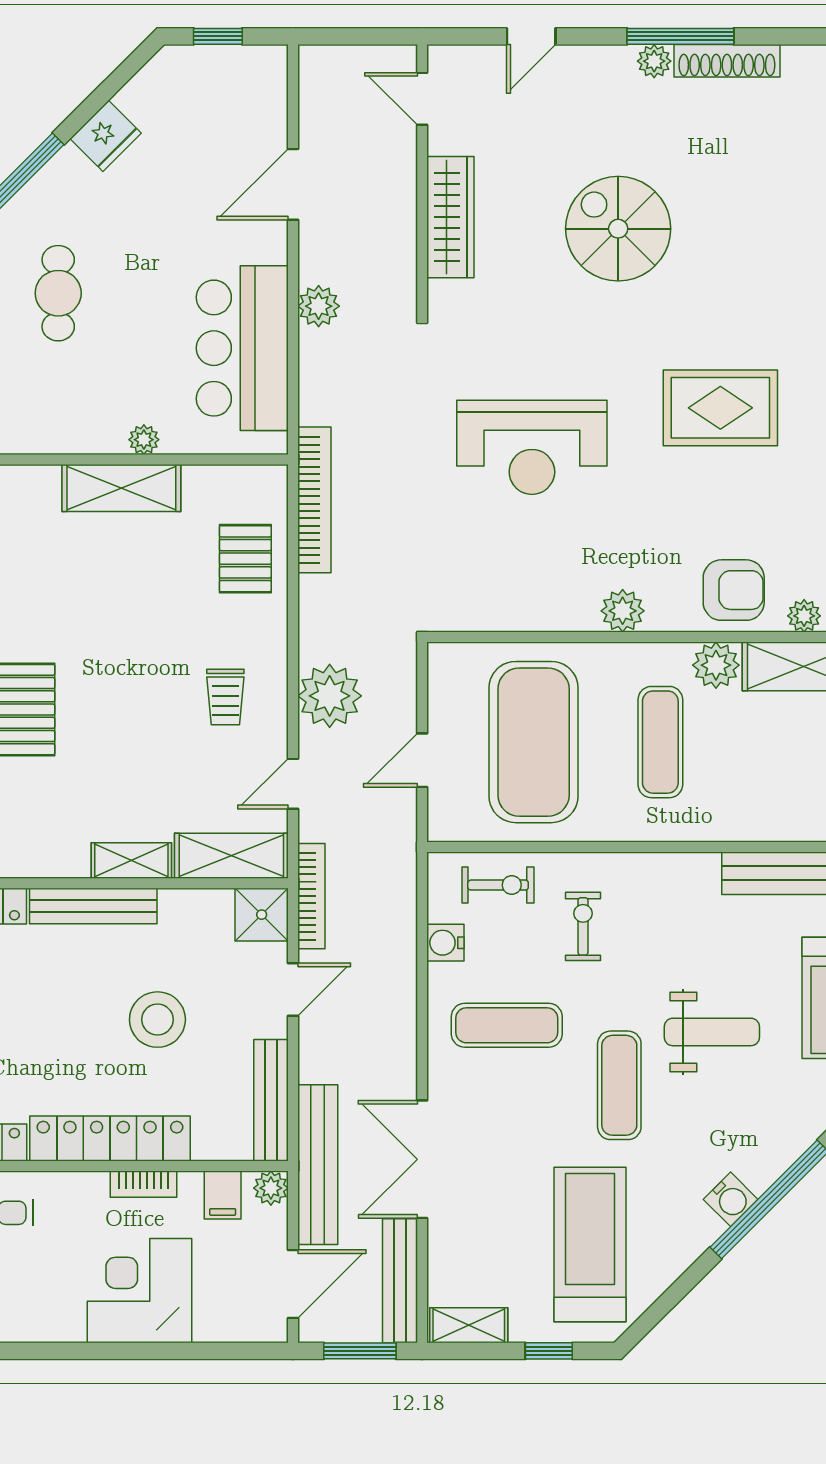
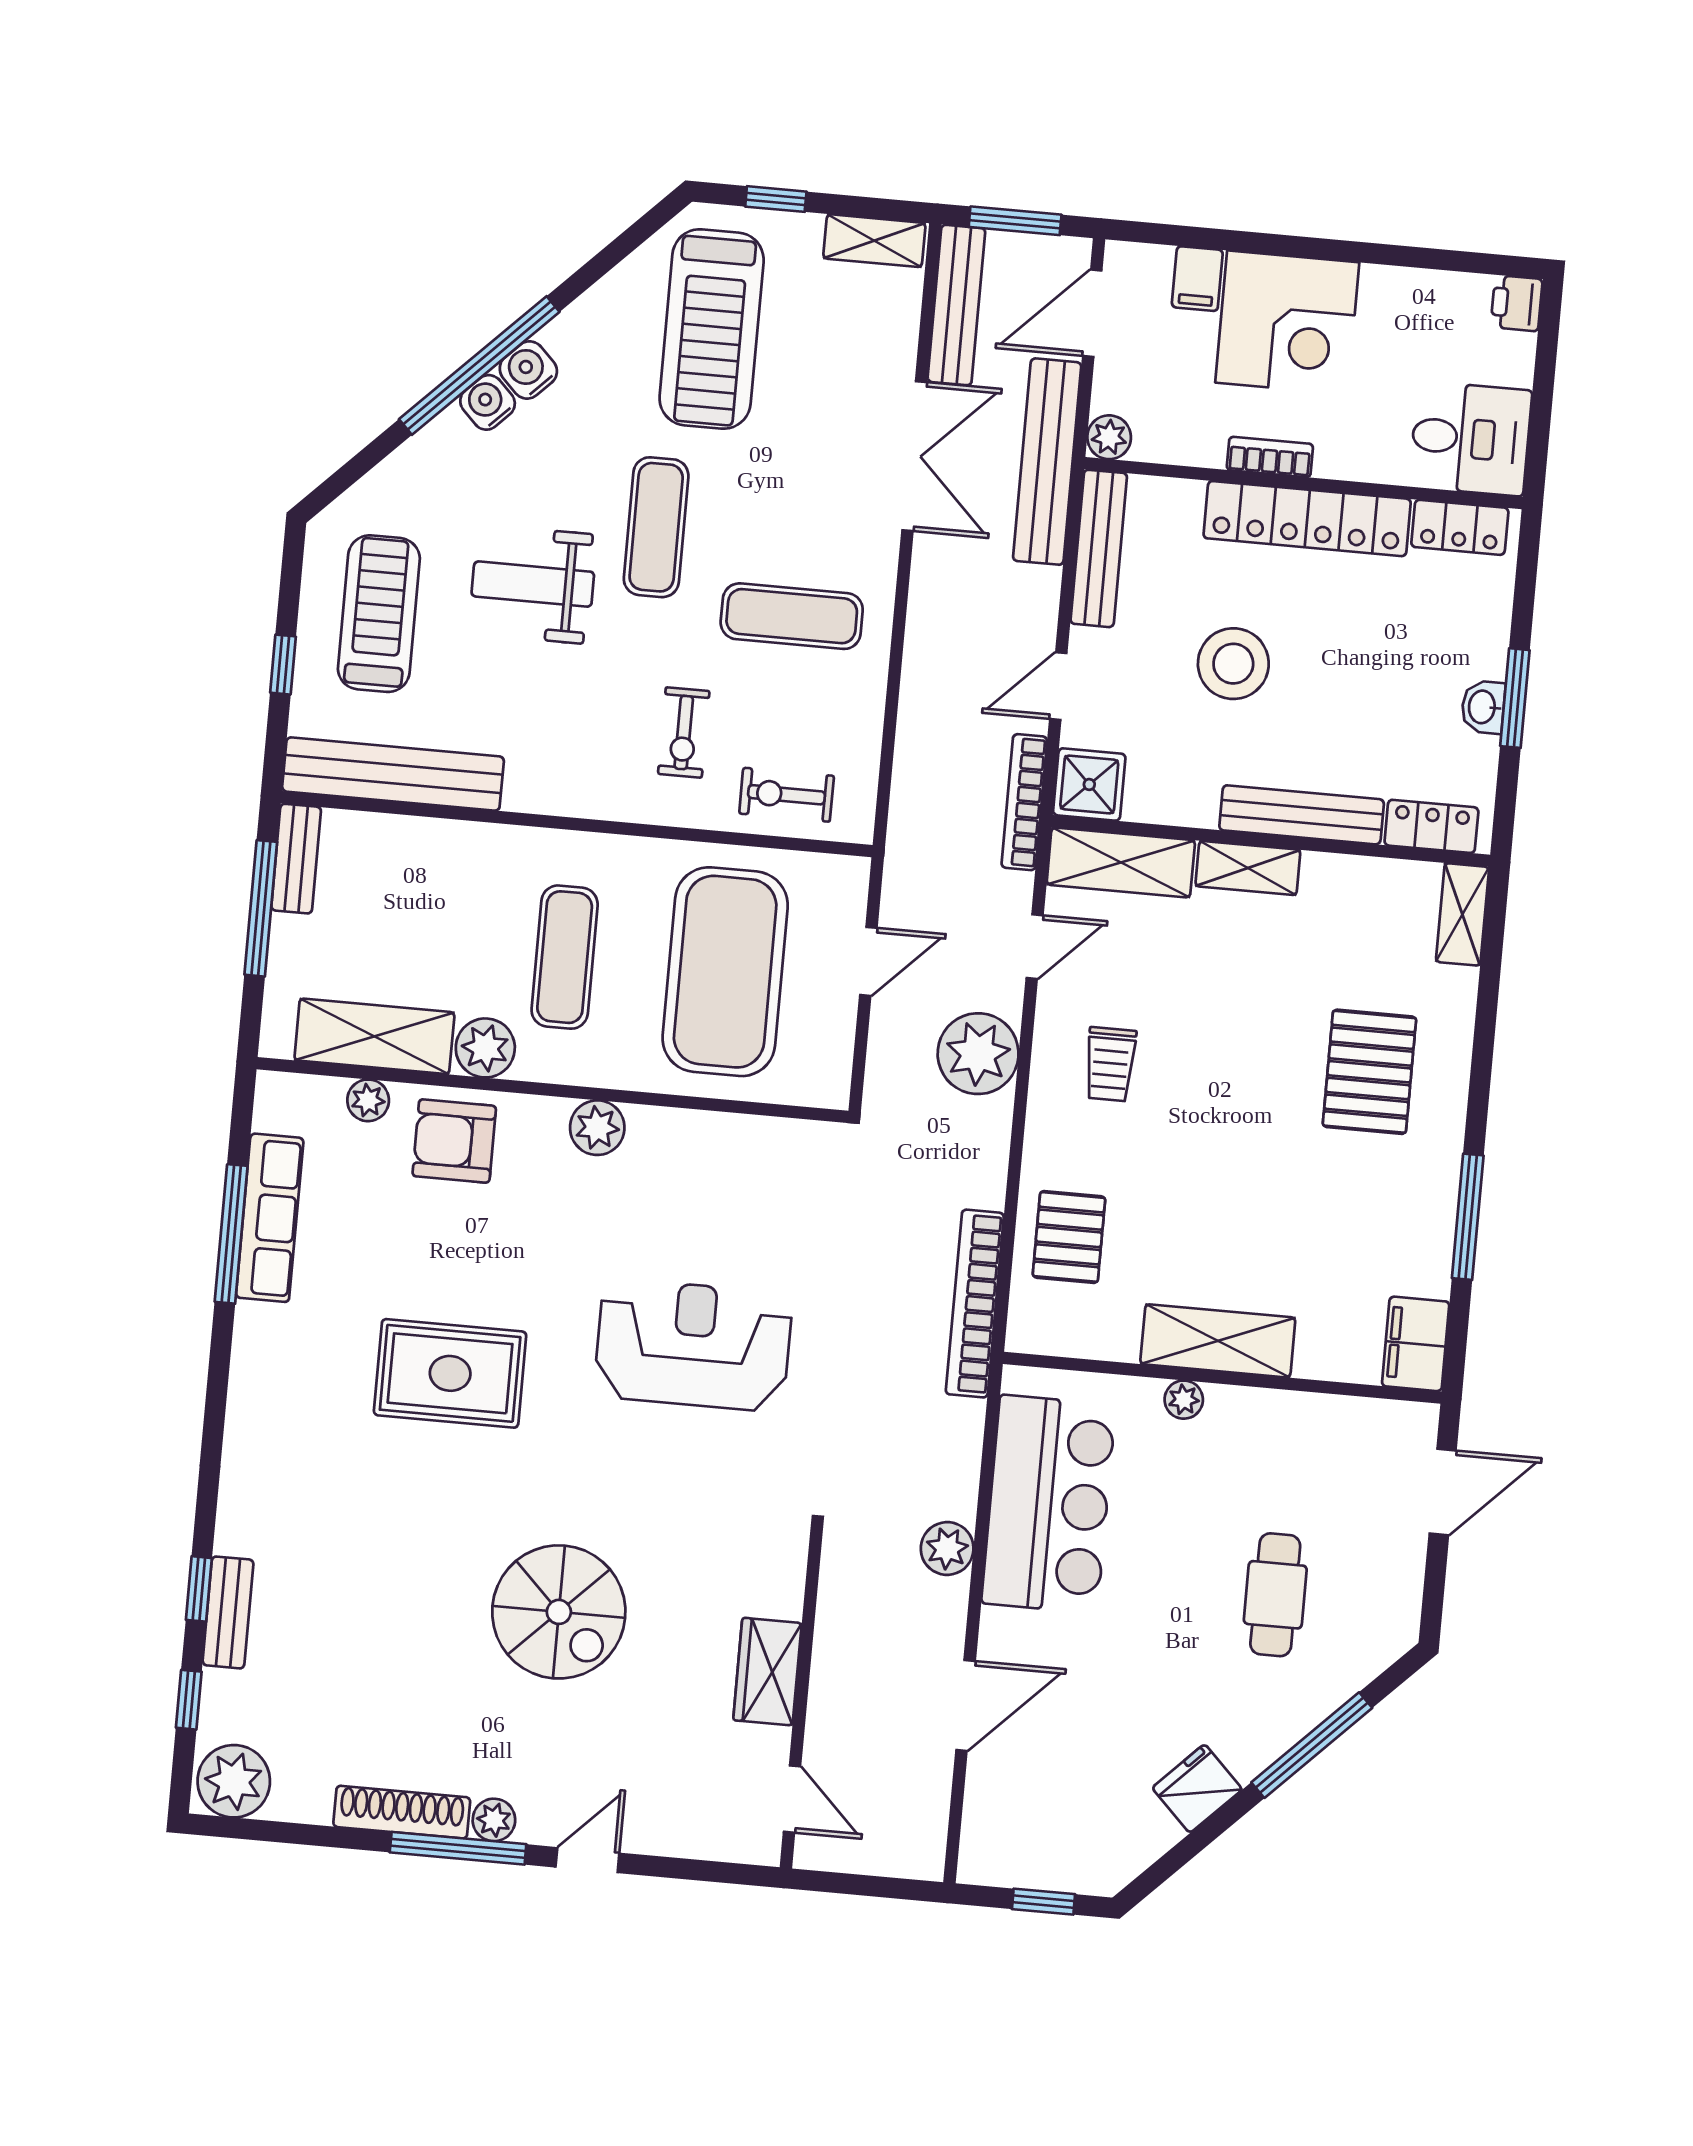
door: (531, 36) -> (587, 1860), moved
wardrobe: (450, 217) -> (767, 1672), width x0.67
trolley: (225, 697) -> (1110, 1064), turned 180
water cooler: (445, 943) -> (488, 402), moved, turned -135
filing cabinet: (223, 1195) -> (1197, 279), moved, turned 180

